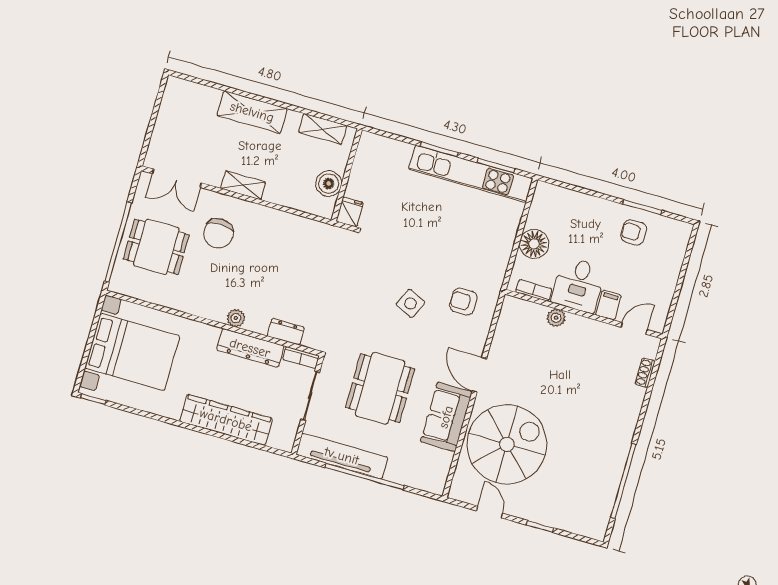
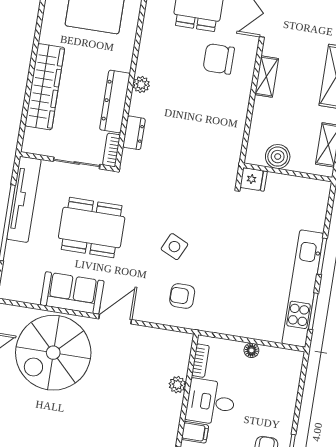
floor lamp: (534, 244) -> (251, 350), width x0.53, depth x0.53
armchair: (463, 302) -> (182, 296), turned -90
spiral stairs: (507, 444) -> (53, 353), turned 90

